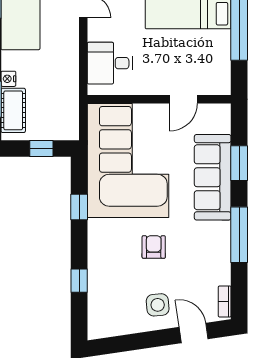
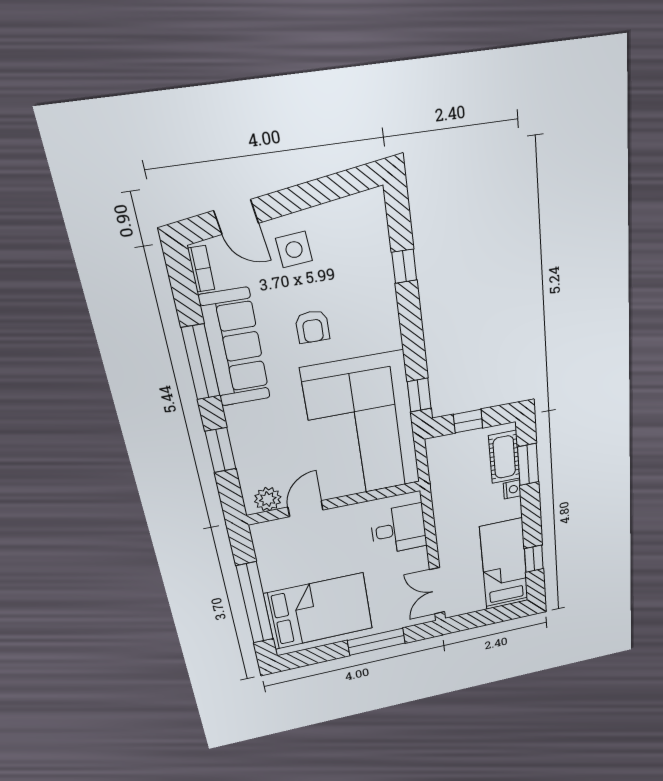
plant: (211, 114) -> (268, 499), added
sofa: (213, 177) -> (235, 348), moved
window: (79, 207) -> (419, 395), moved

